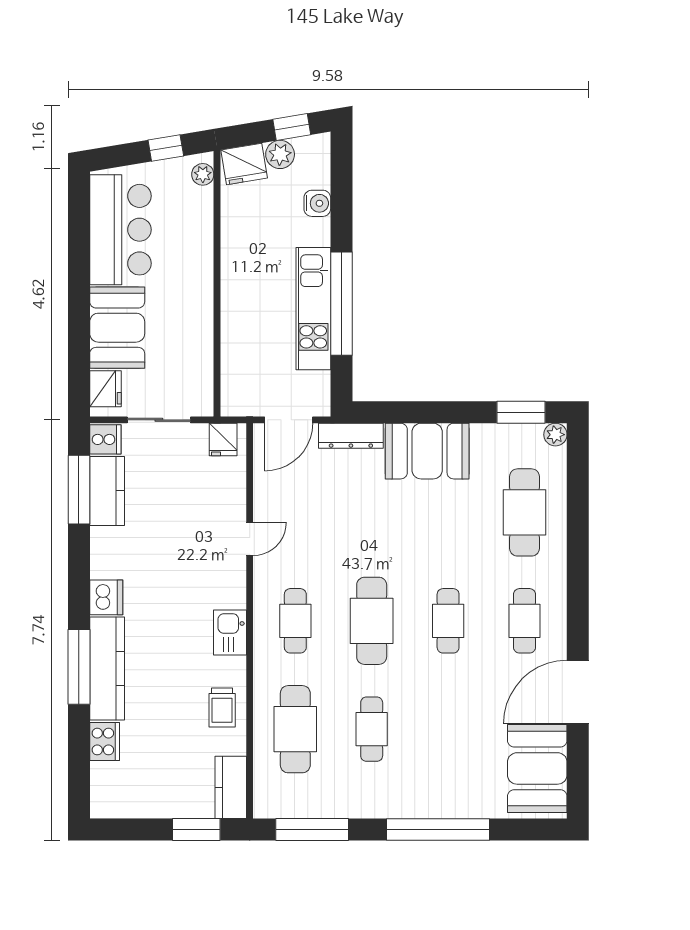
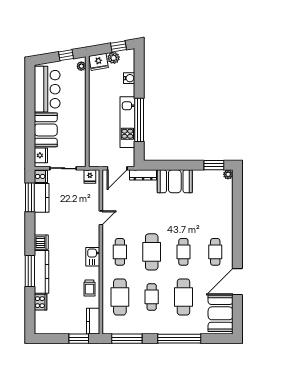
cafe table: (524, 512) -> (183, 297), moved

